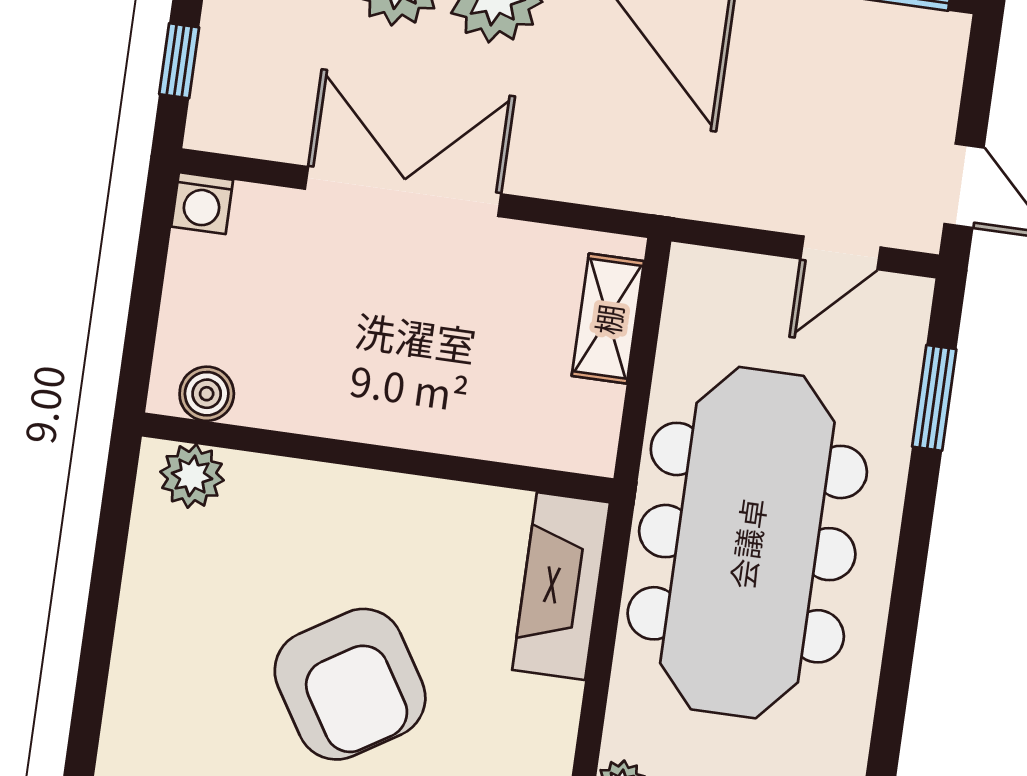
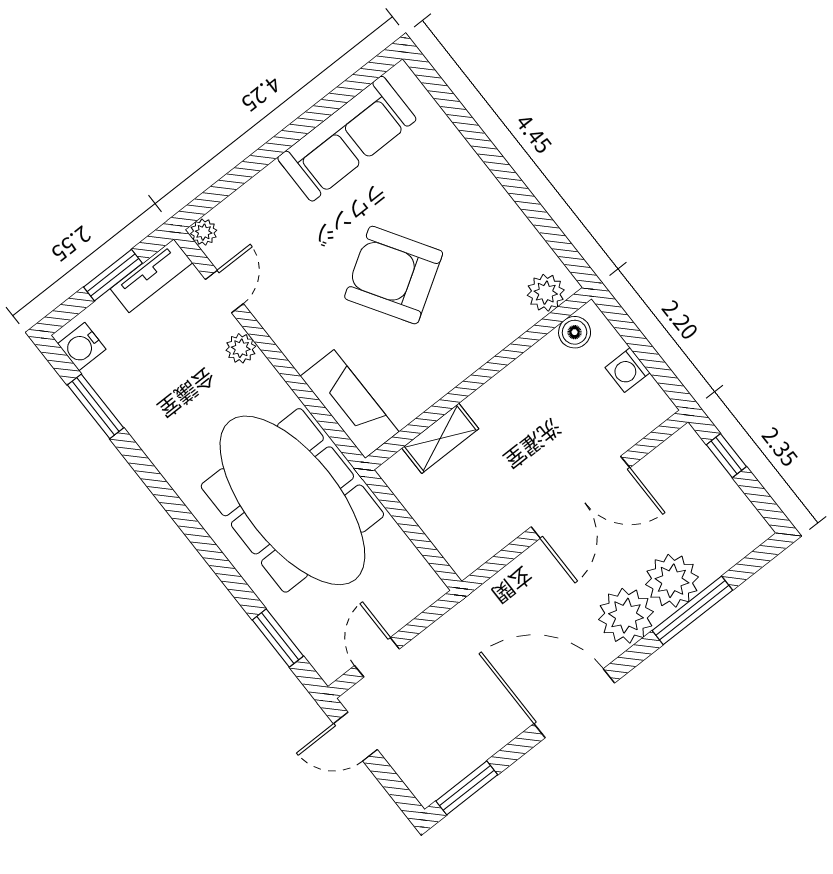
washing machine: (202, 203) -> (627, 370), moved, turned -90
shelving: (608, 319) -> (440, 438), moved, turned 90

